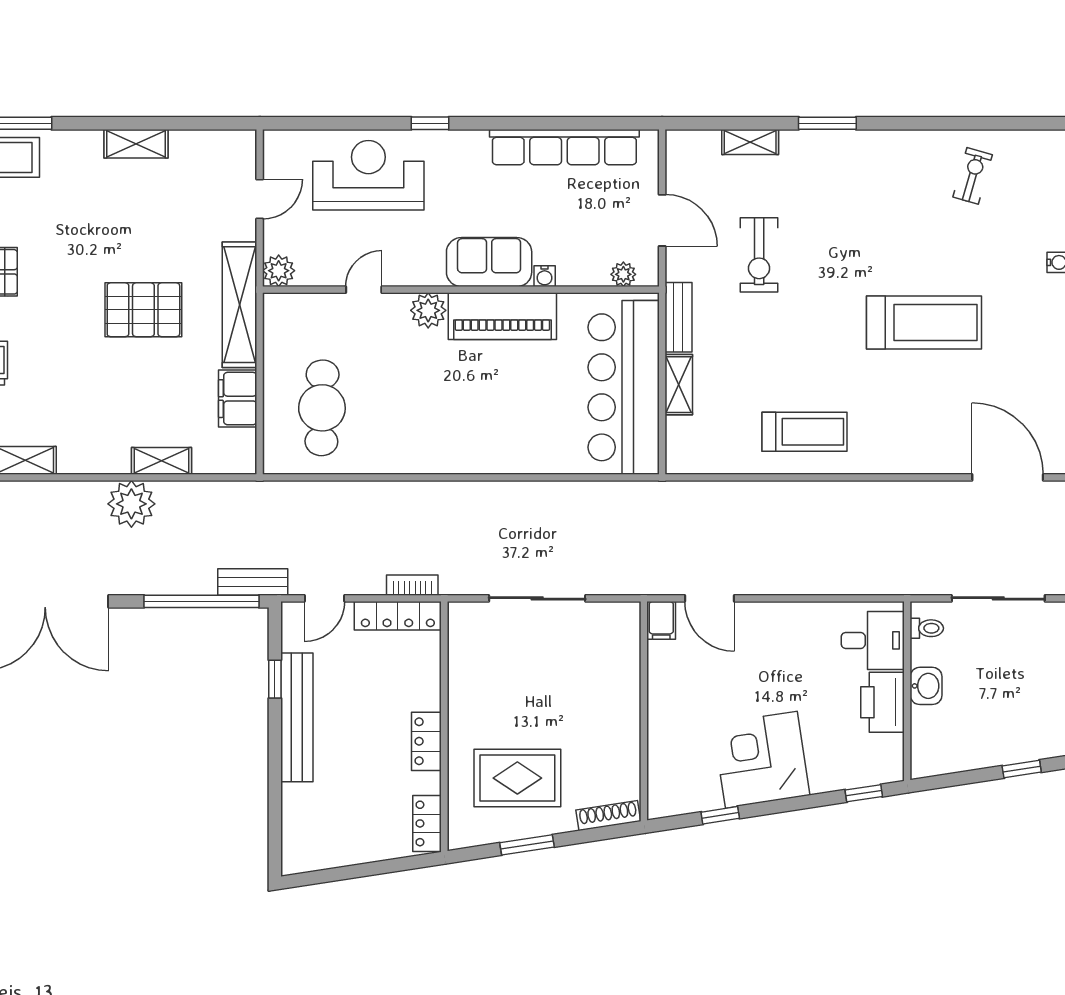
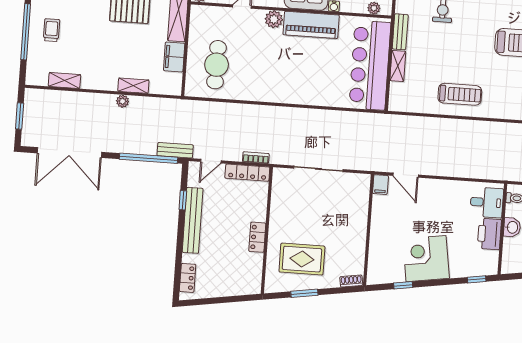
plant: (131, 504) -> (123, 101), width x0.53, depth x0.53
shoe rack: (608, 816) -> (351, 281), width x0.70
locker: (427, 823) -> (188, 278), moved, turned 180

